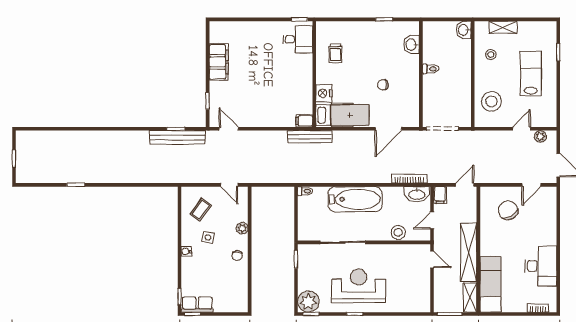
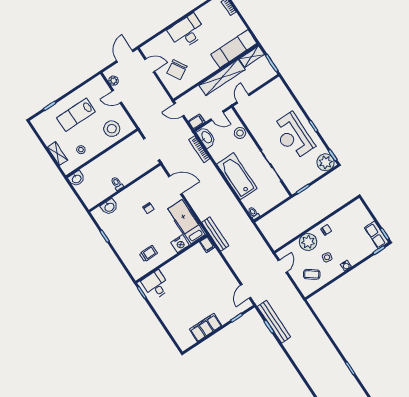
plant: (242, 228) -> (308, 242), width x1.88, depth x1.88
desk: (541, 266) -> (187, 32), moved

